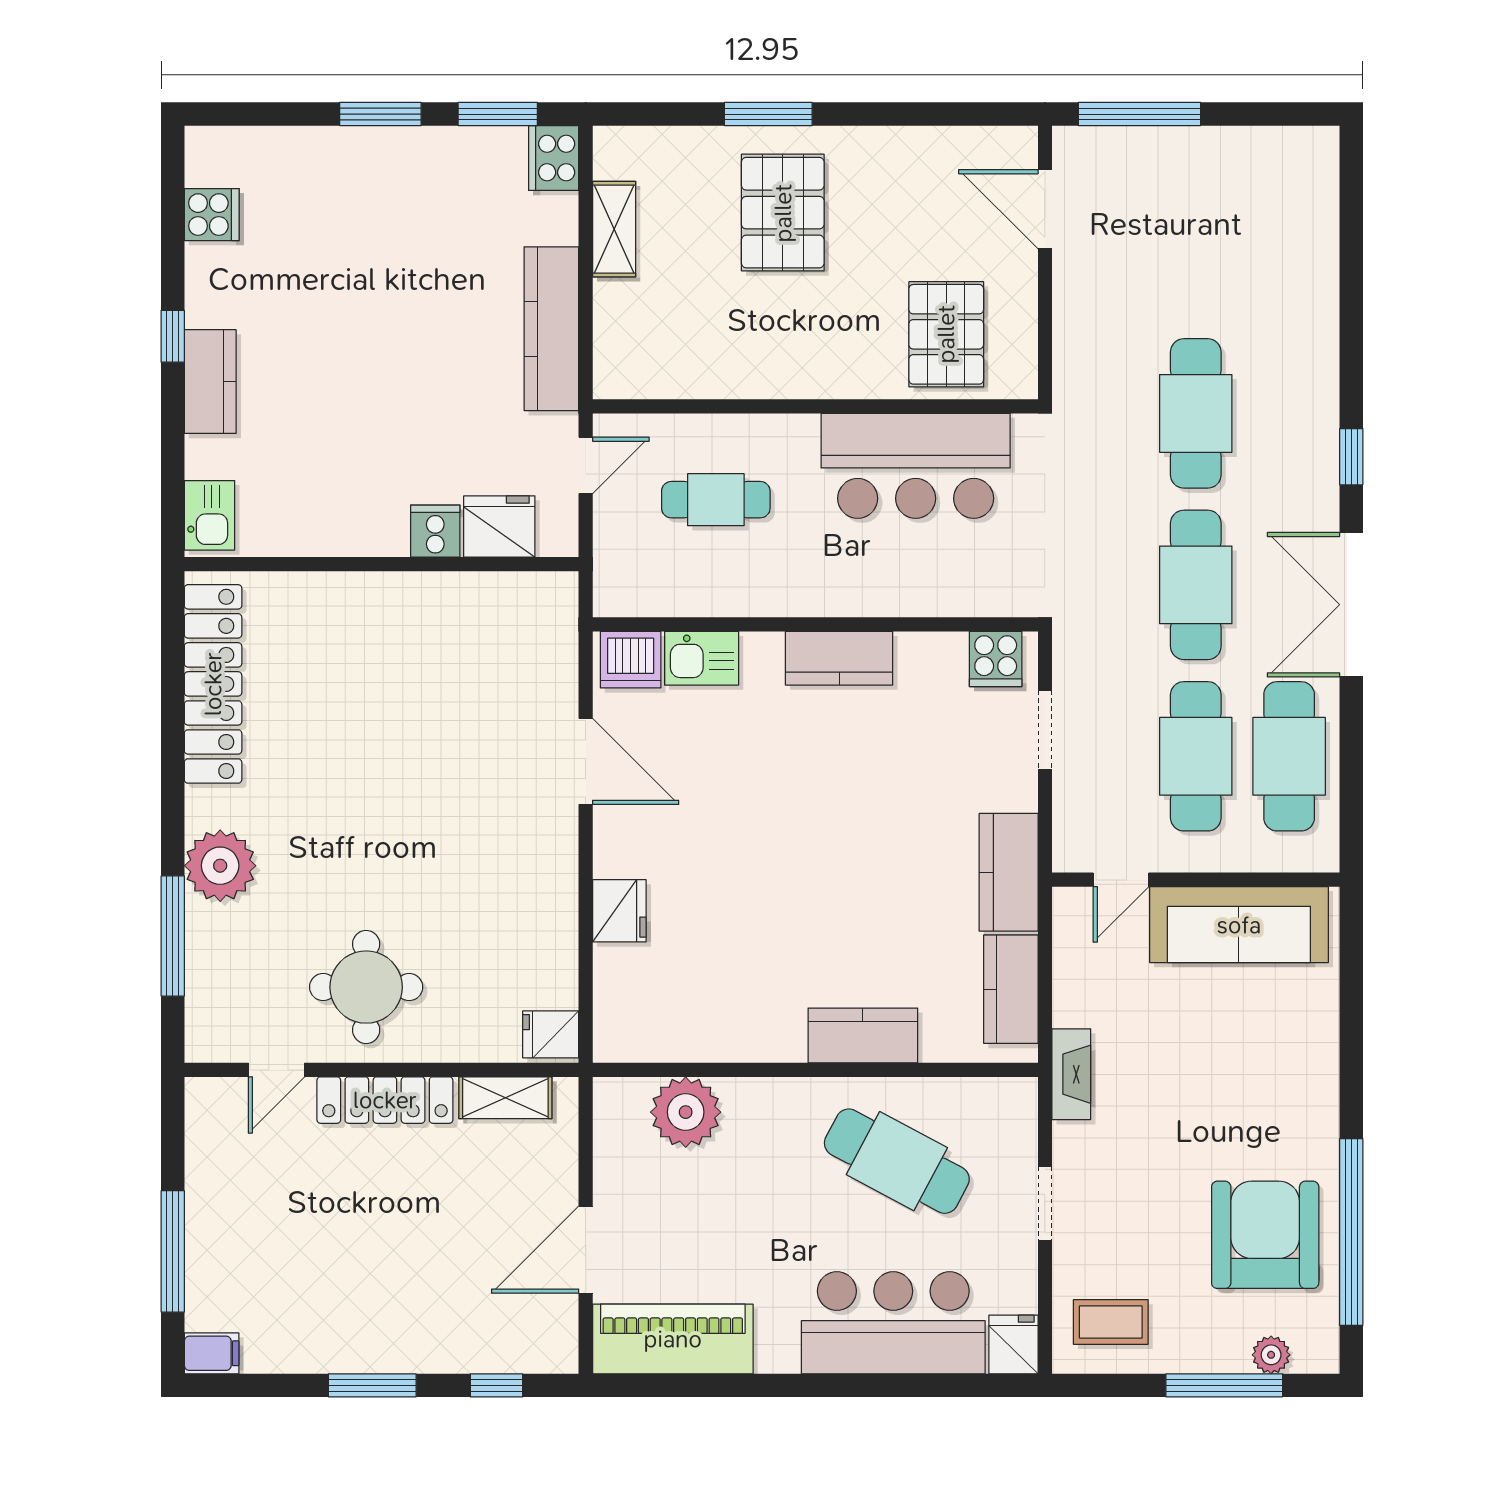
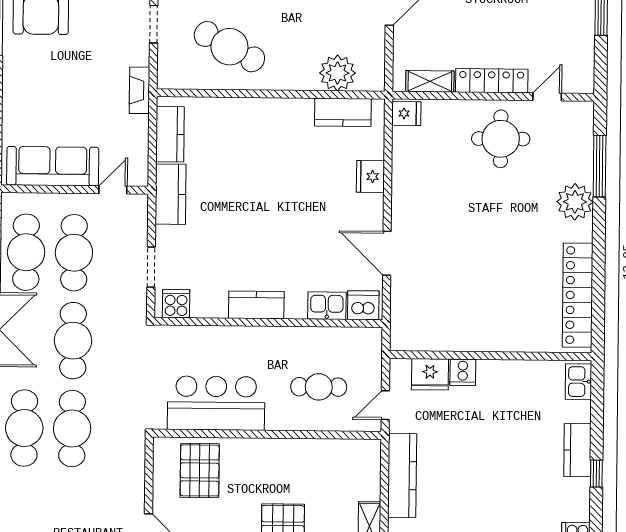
cafe table: (1289, 413) -> (24, 428), added
kitchen counter: (863, 1035) -> (343, 112), moved

